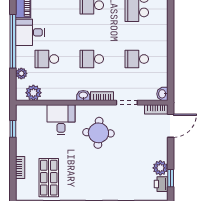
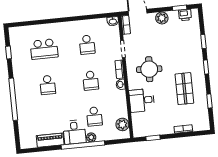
plant: (21, 73) -> (91, 137), moved
plant: (160, 168) -> (162, 18), moved
shop shelf: (49, 178) -> (184, 89), moved, turned 90

